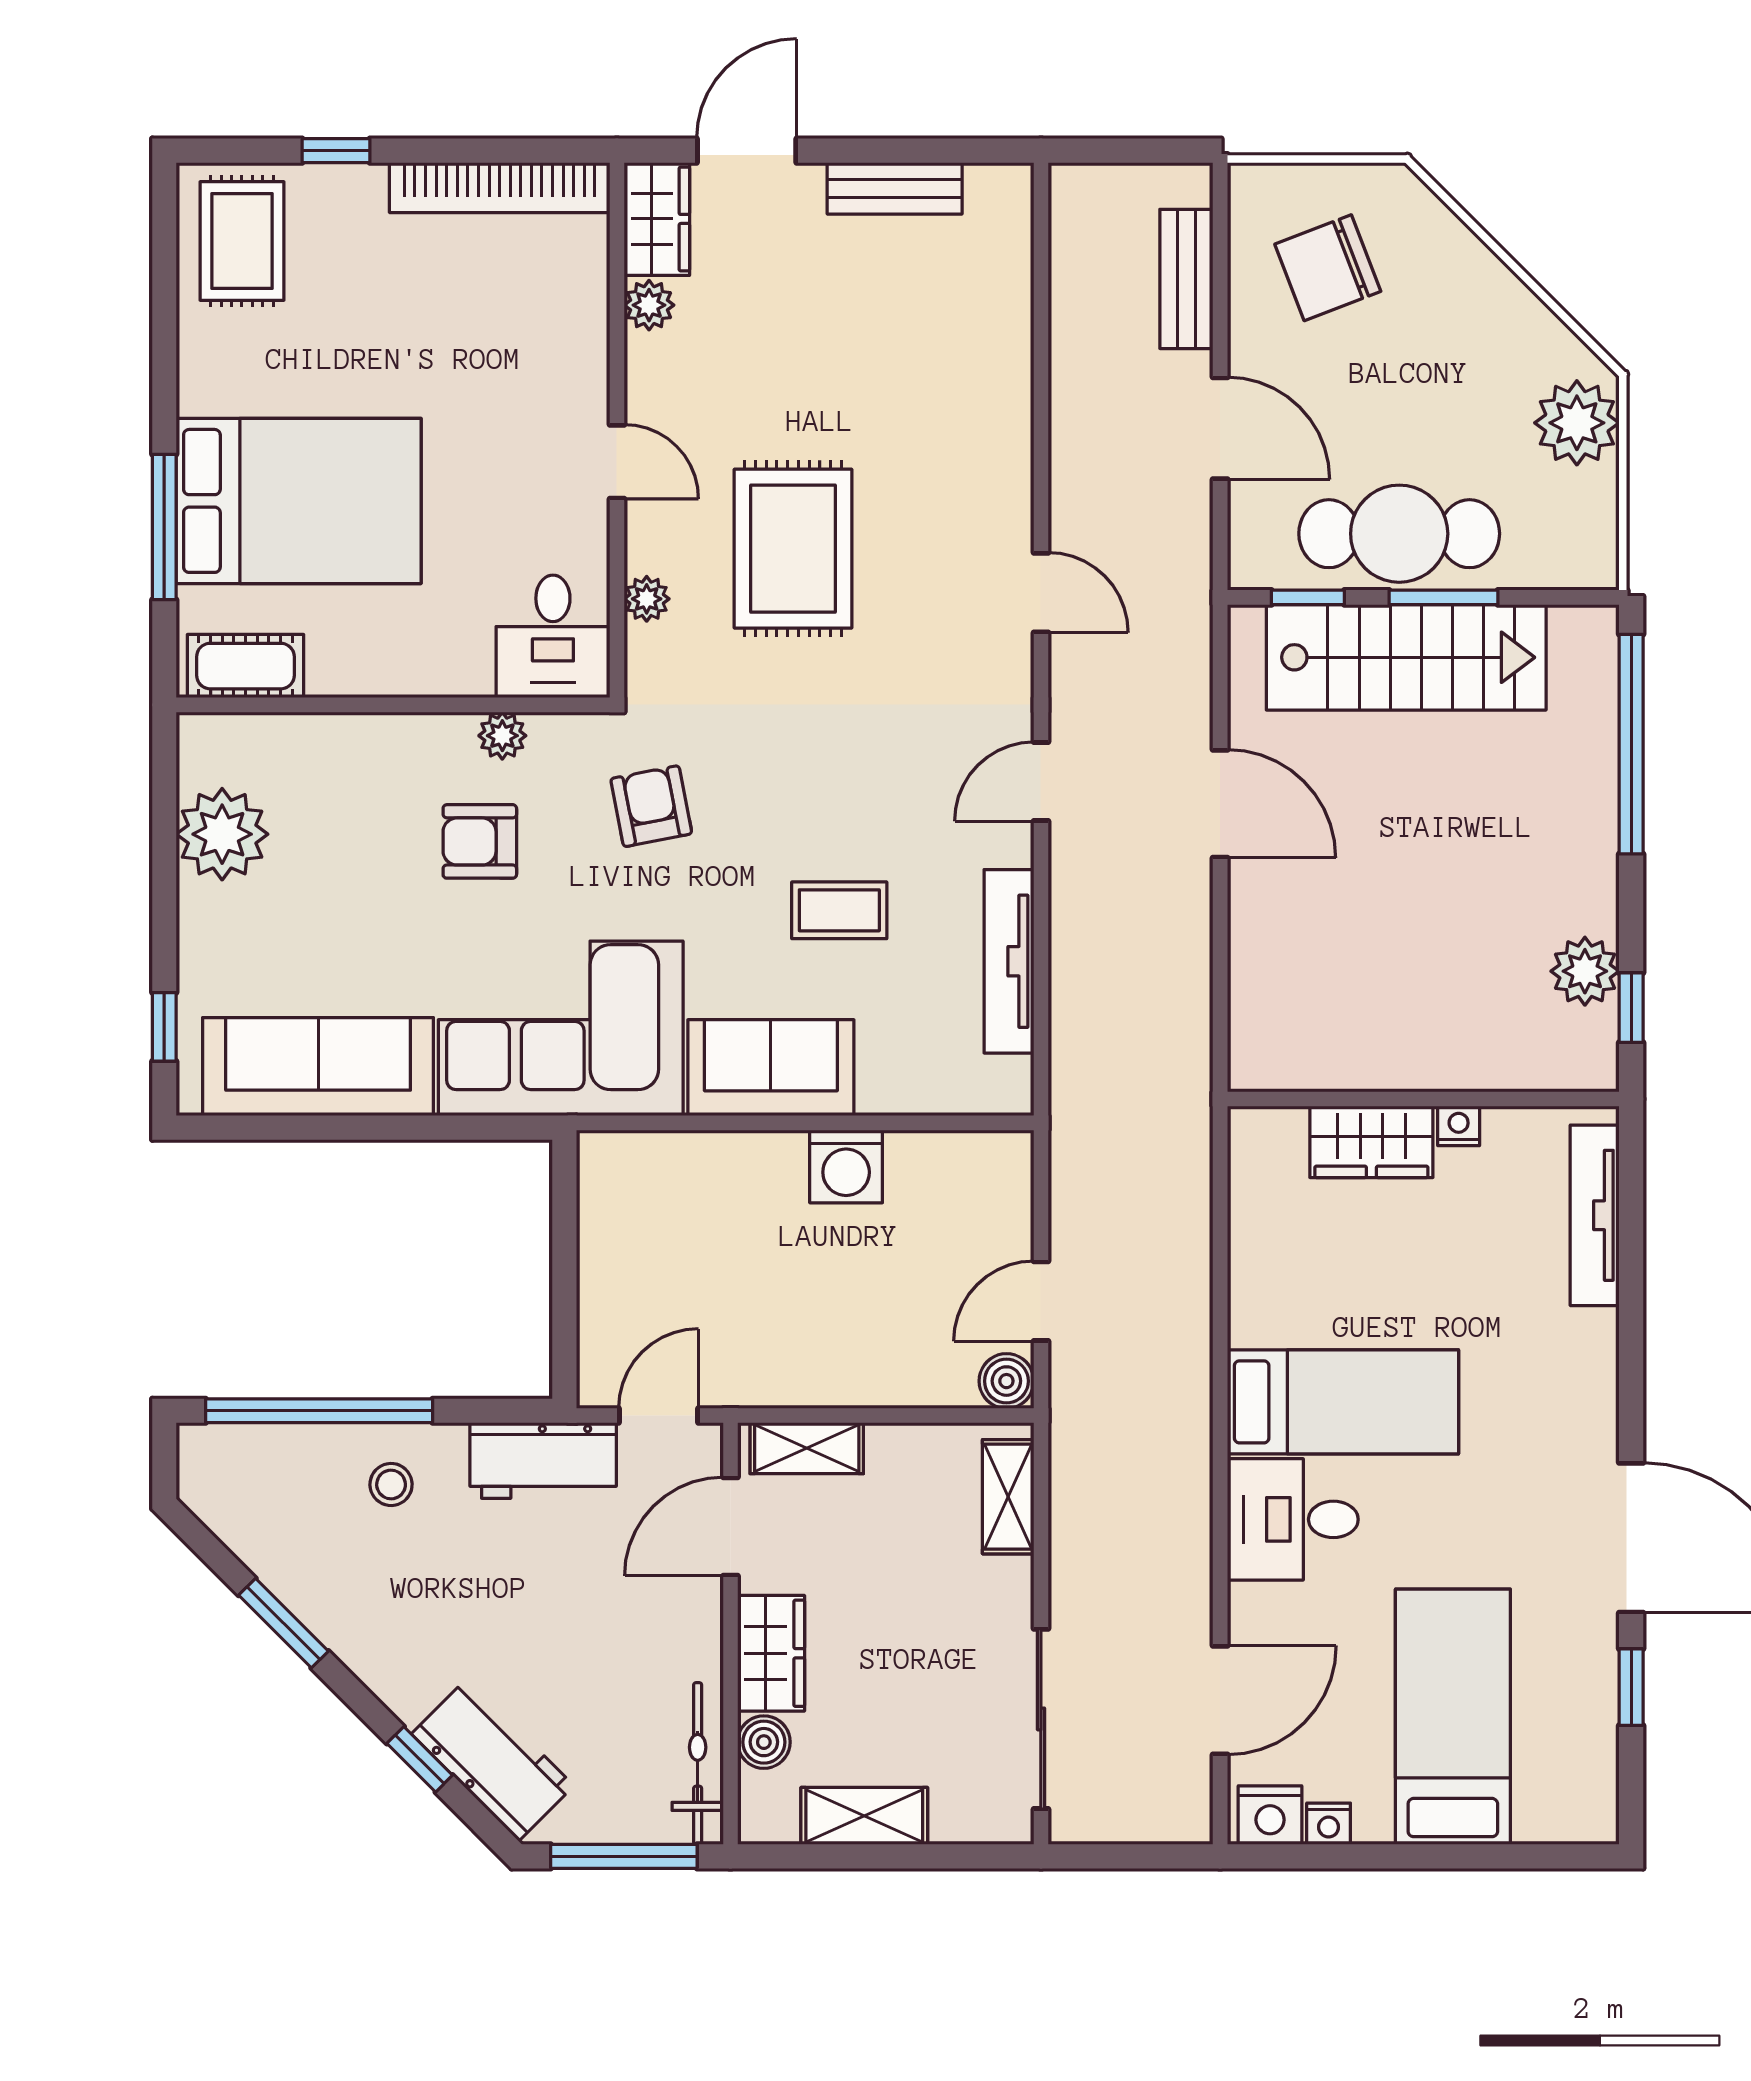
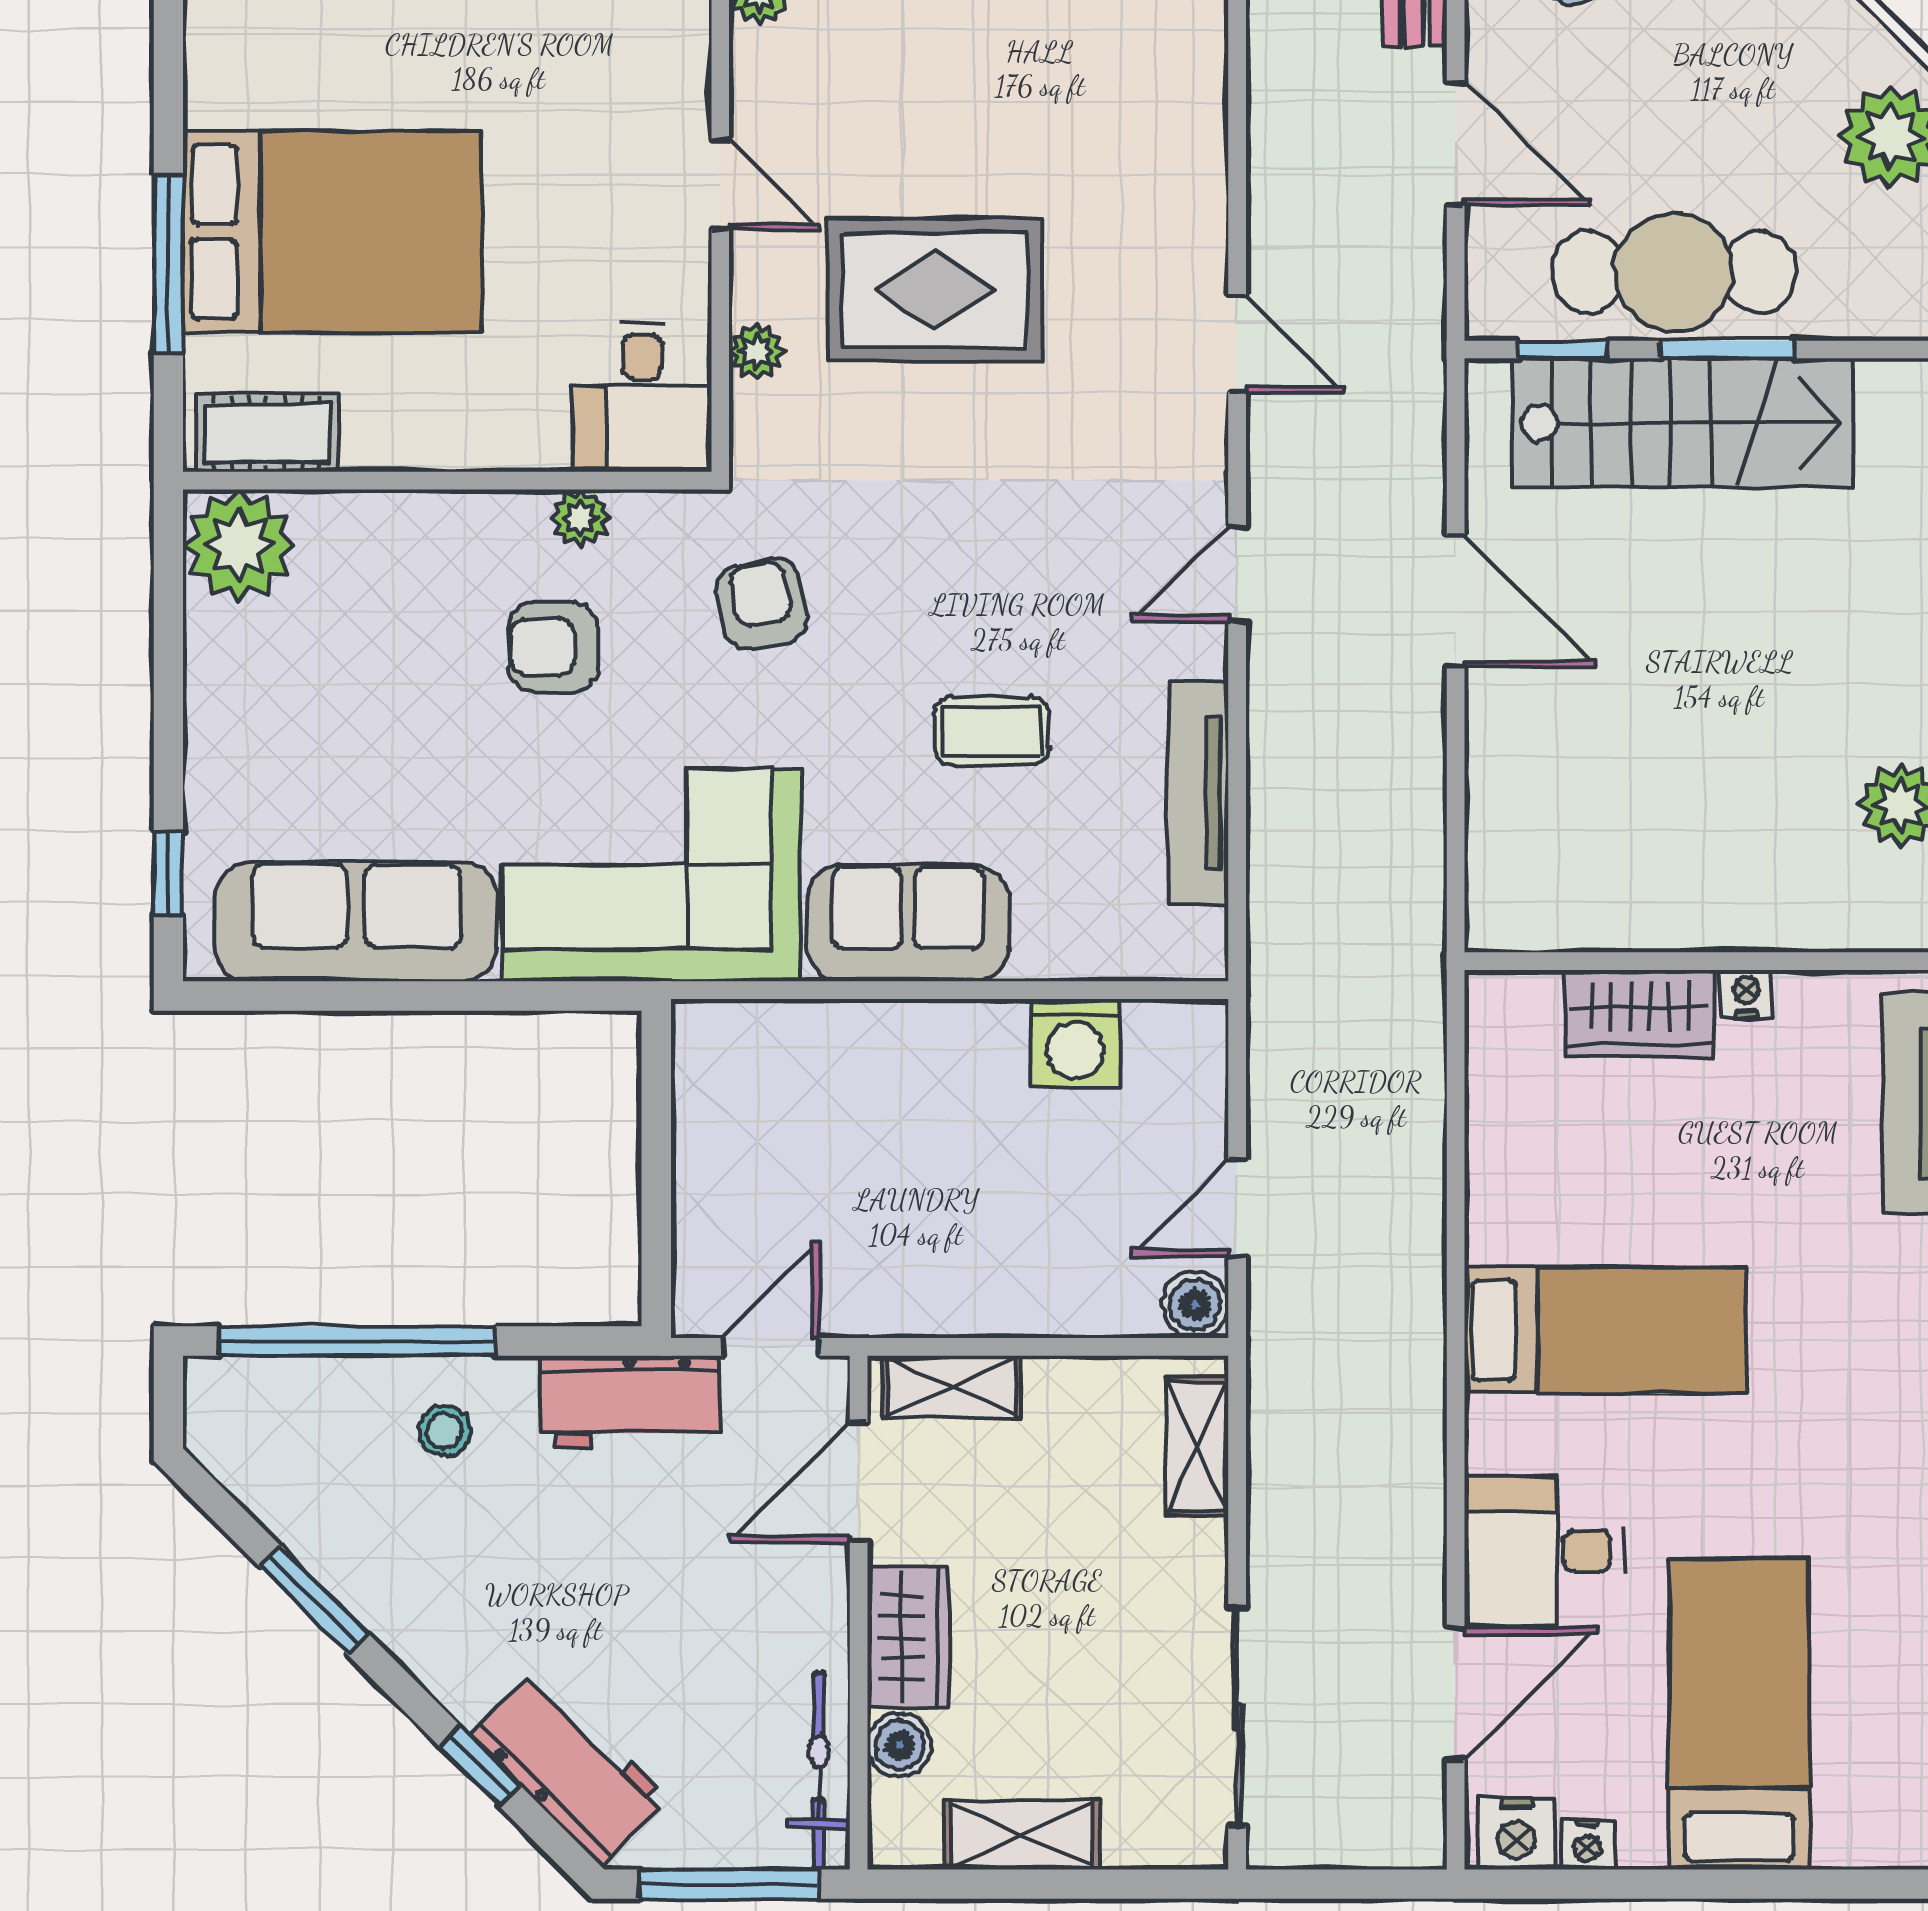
rug: (793, 549) -> (935, 290), turned 90
plant: (222, 834) -> (239, 545), moved
washing machine: (846, 1166) -> (1075, 1043), moved
desk: (1293, 1519) -> (1544, 1551), moved

